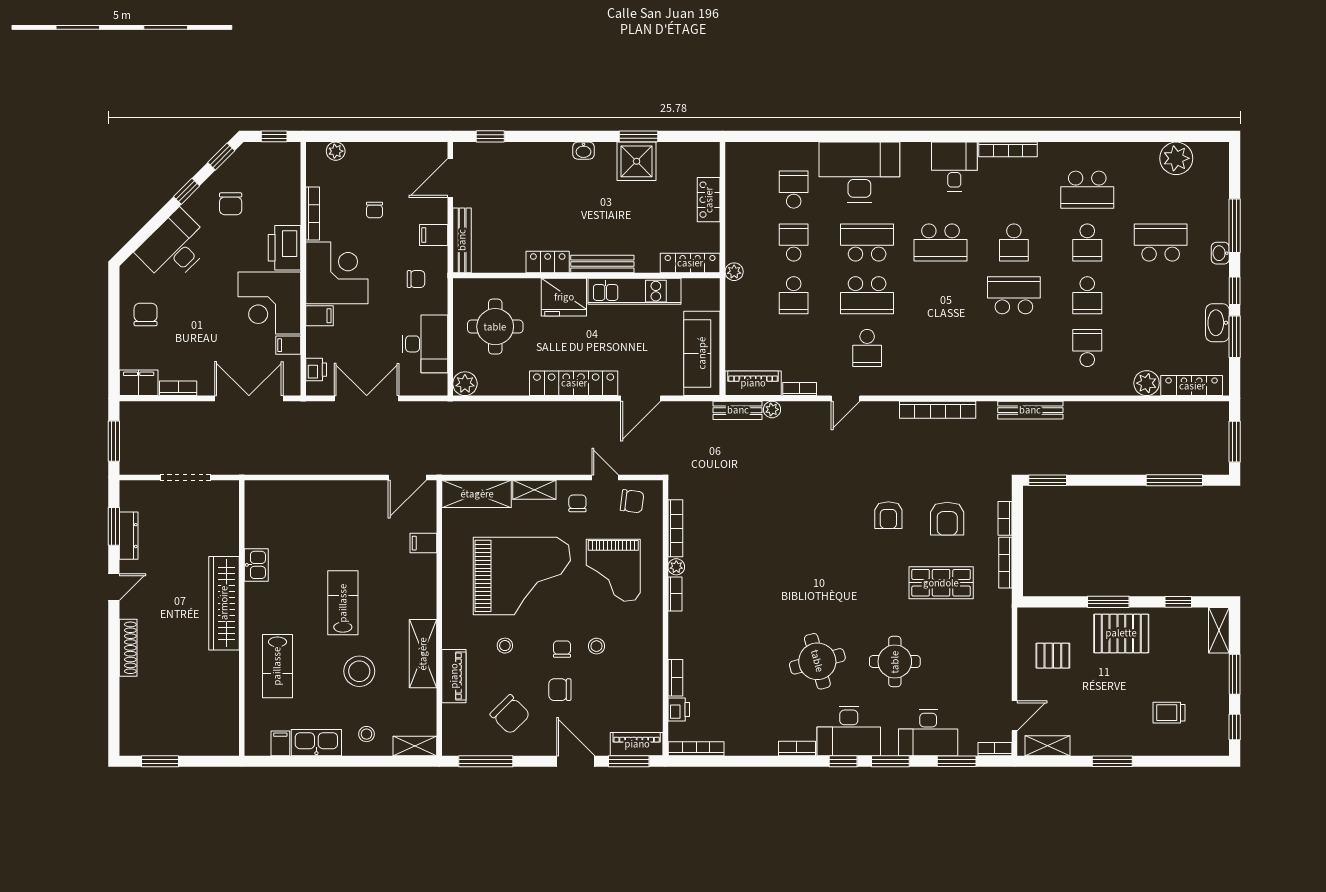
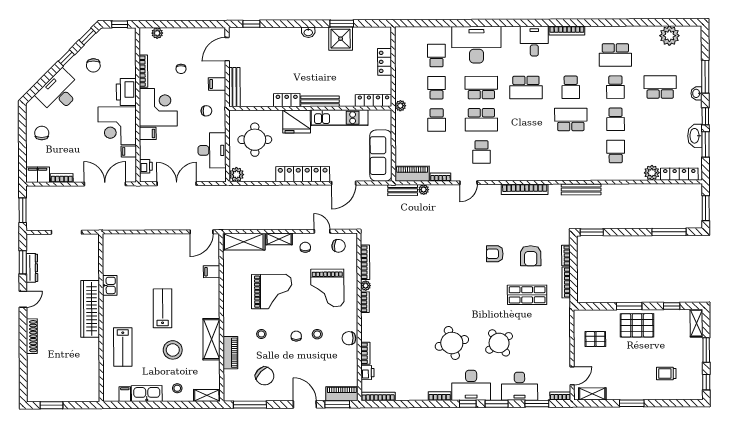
armchair: (888, 515) -> (495, 254), turned 90
grand piano: (522, 576) -> (272, 292), width x0.73, depth x0.68
round table: (895, 662) -> (499, 343), turned -35
chair: (560, 690) -> (349, 338), moved

